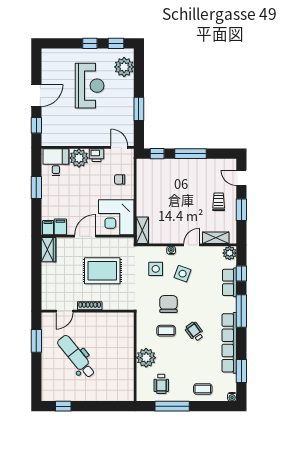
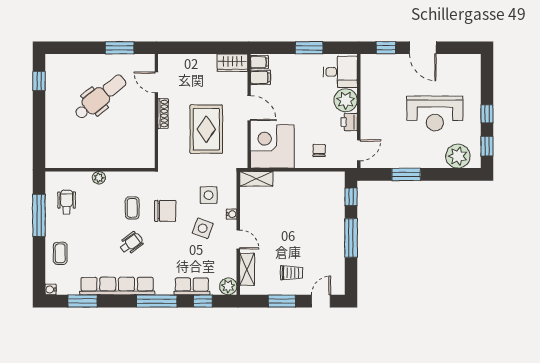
plant: (146, 358) -> (99, 178), width x0.53, depth x0.53
wheelchair: (161, 384) -> (67, 202), turned 90

